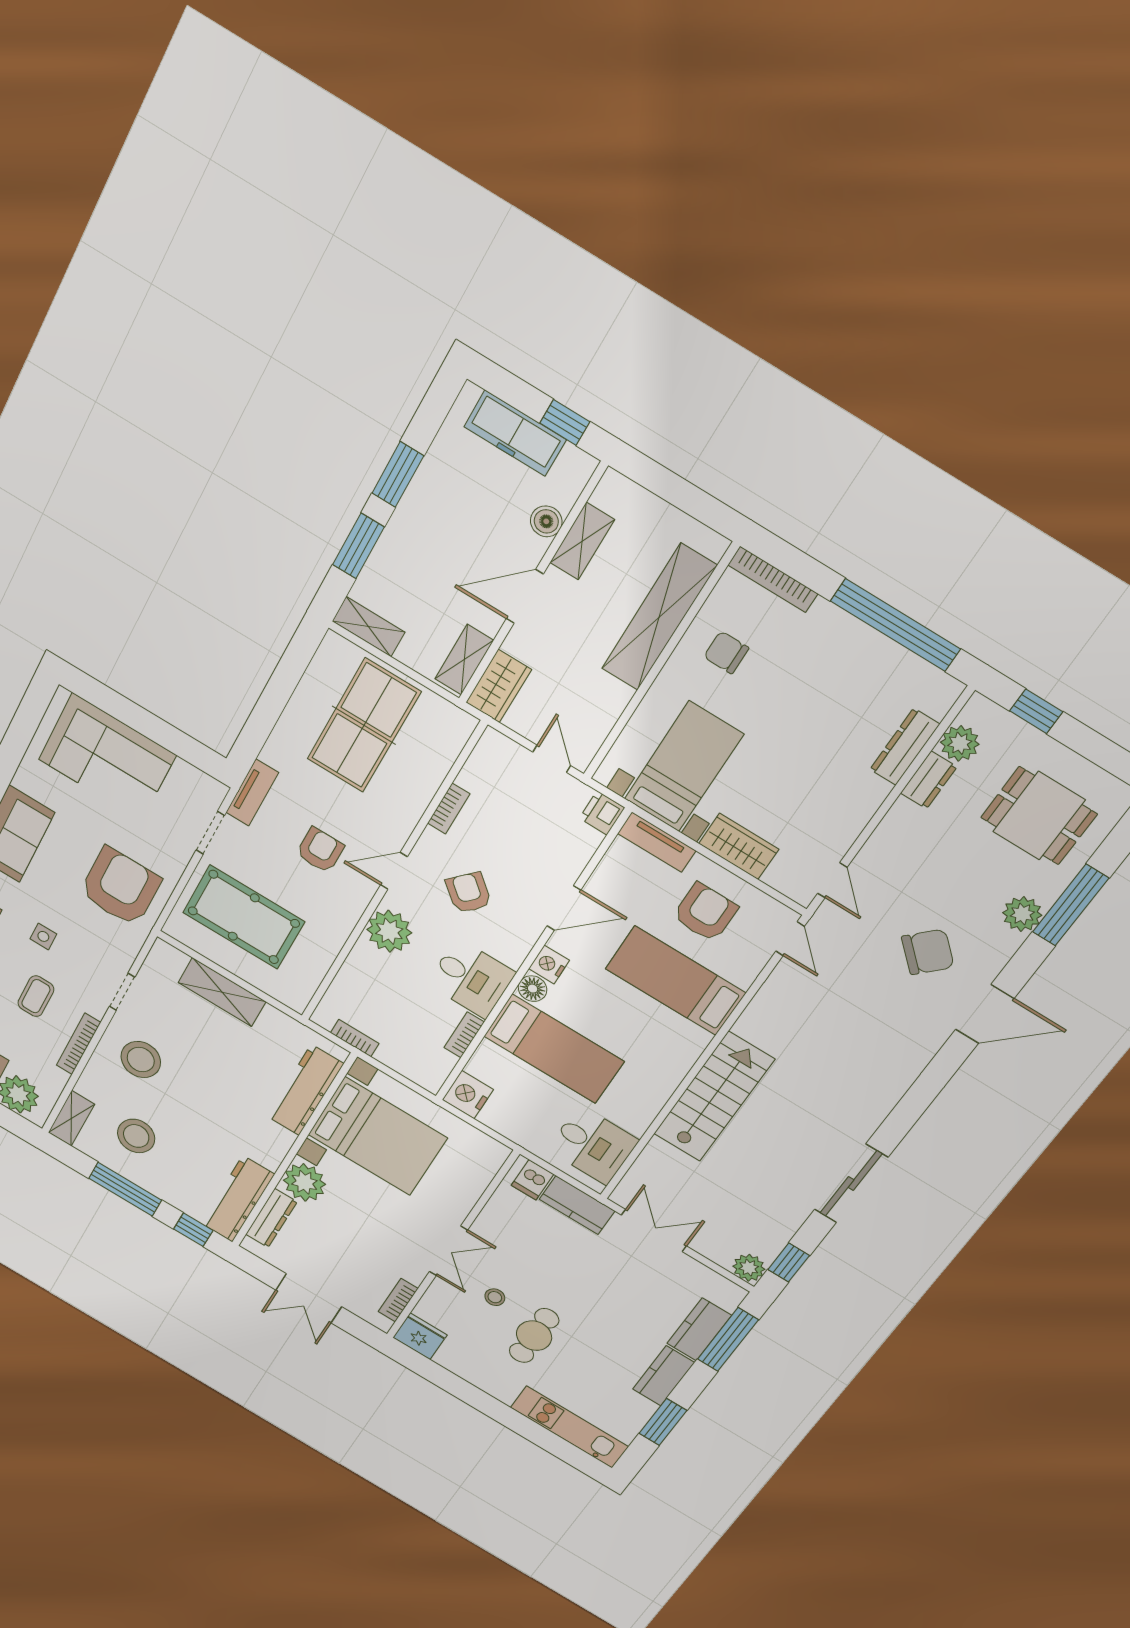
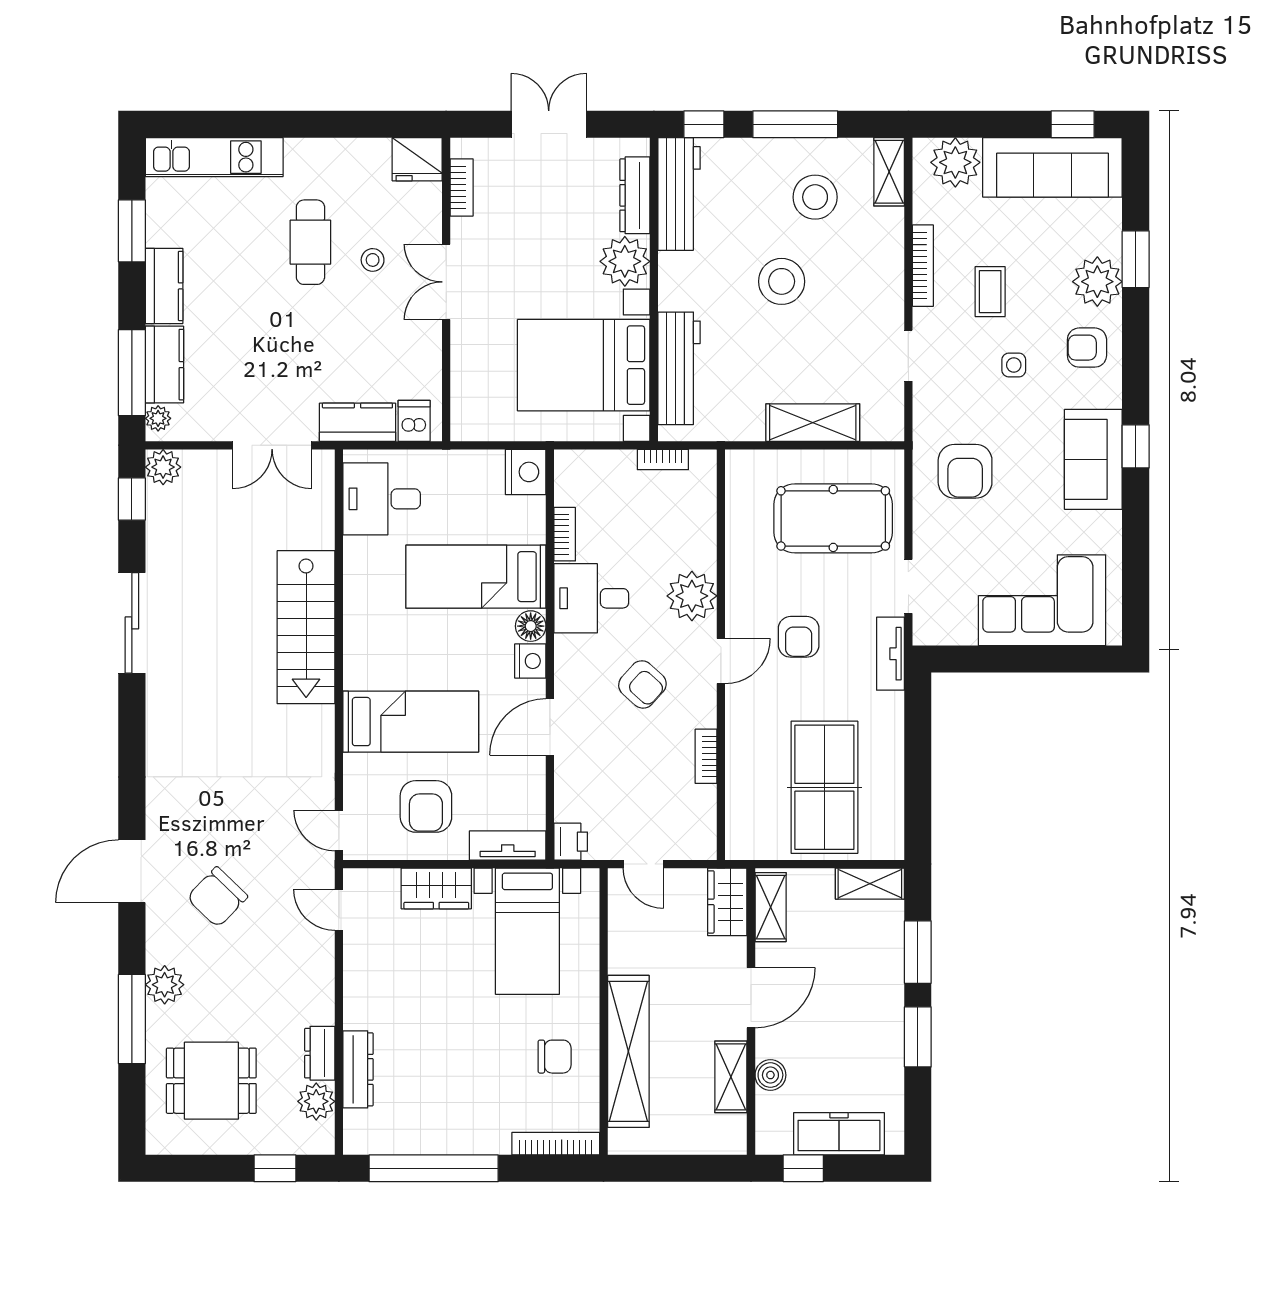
armchair: (120, 887) -> (965, 471), width x0.73, depth x0.73
stool: (141, 1060) -> (782, 281), moved
plant: (729, 1300) -> (158, 418), added

